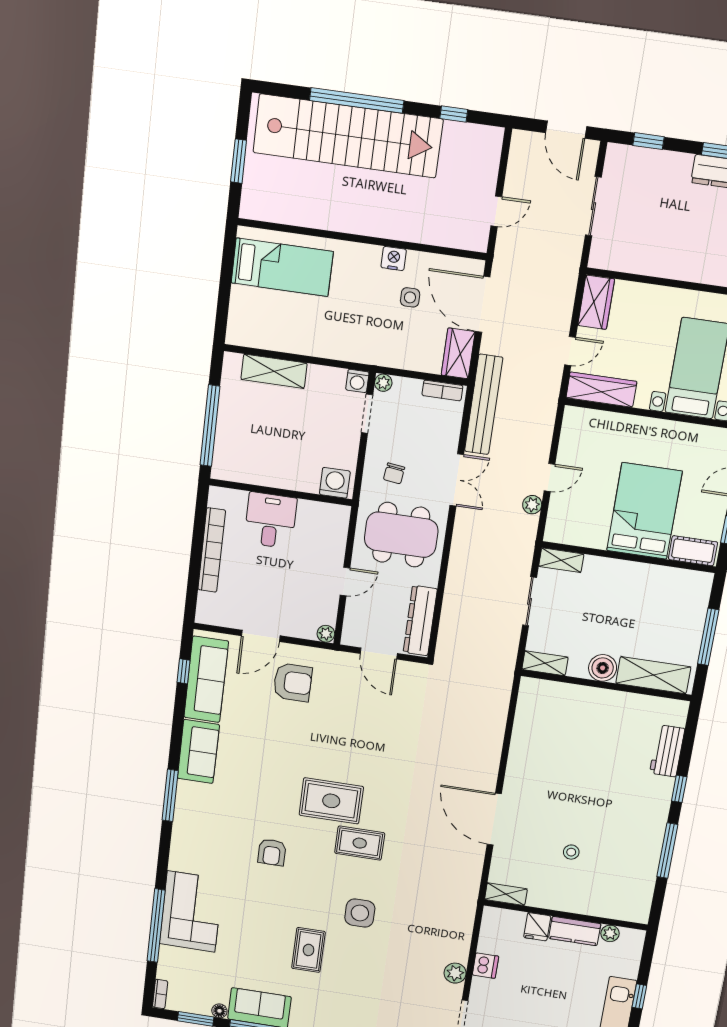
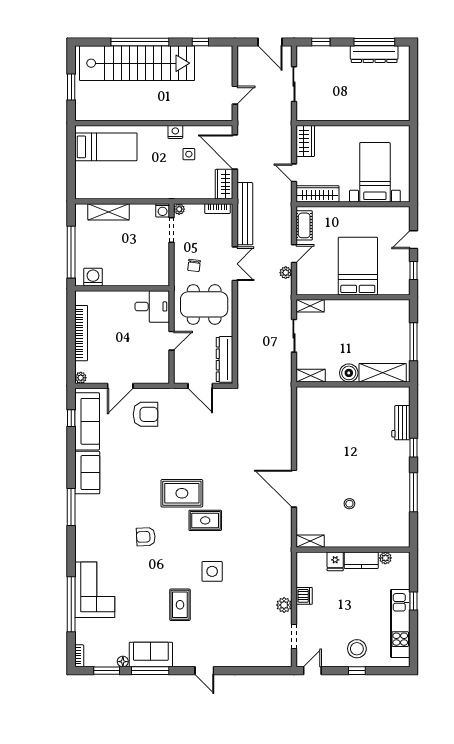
door: (570, 351) -> (294, 173), swing flipped
washing machine: (335, 483) -> (93, 277), moved
desk: (271, 520) -> (152, 306), moved, turned 90
cot: (693, 551) -> (304, 225), moved, turned 90
plant: (326, 634) -> (81, 378), moved
armchair: (272, 852) -> (146, 537), turned 88

